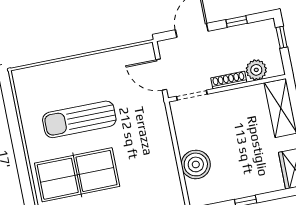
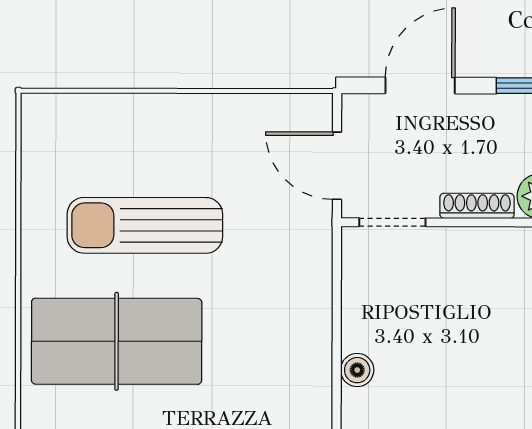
boiler: (196, 164) -> (357, 370), width x0.54, depth x0.54

